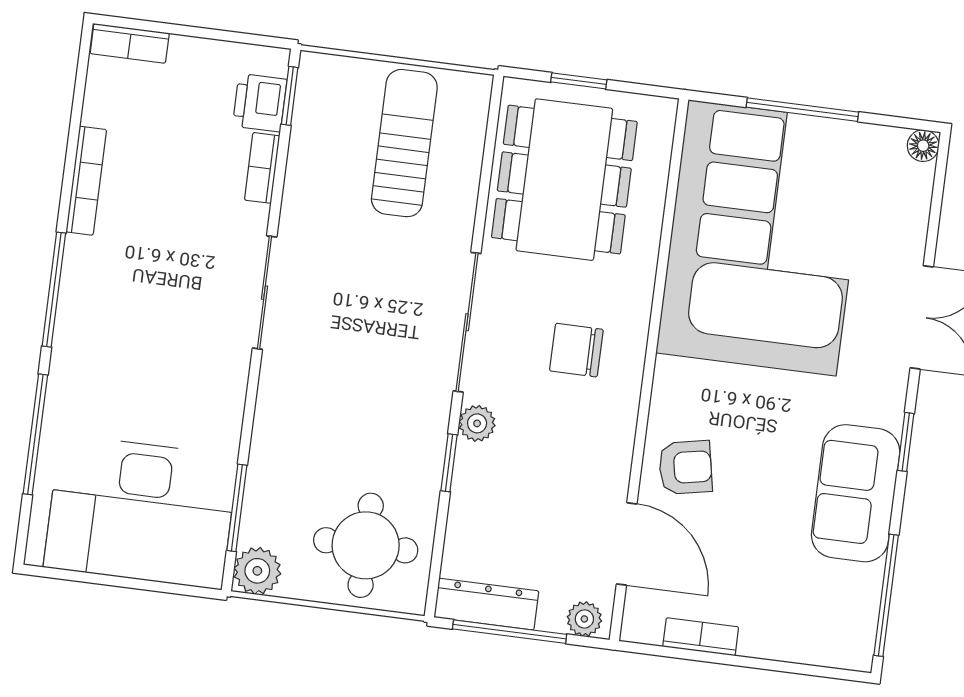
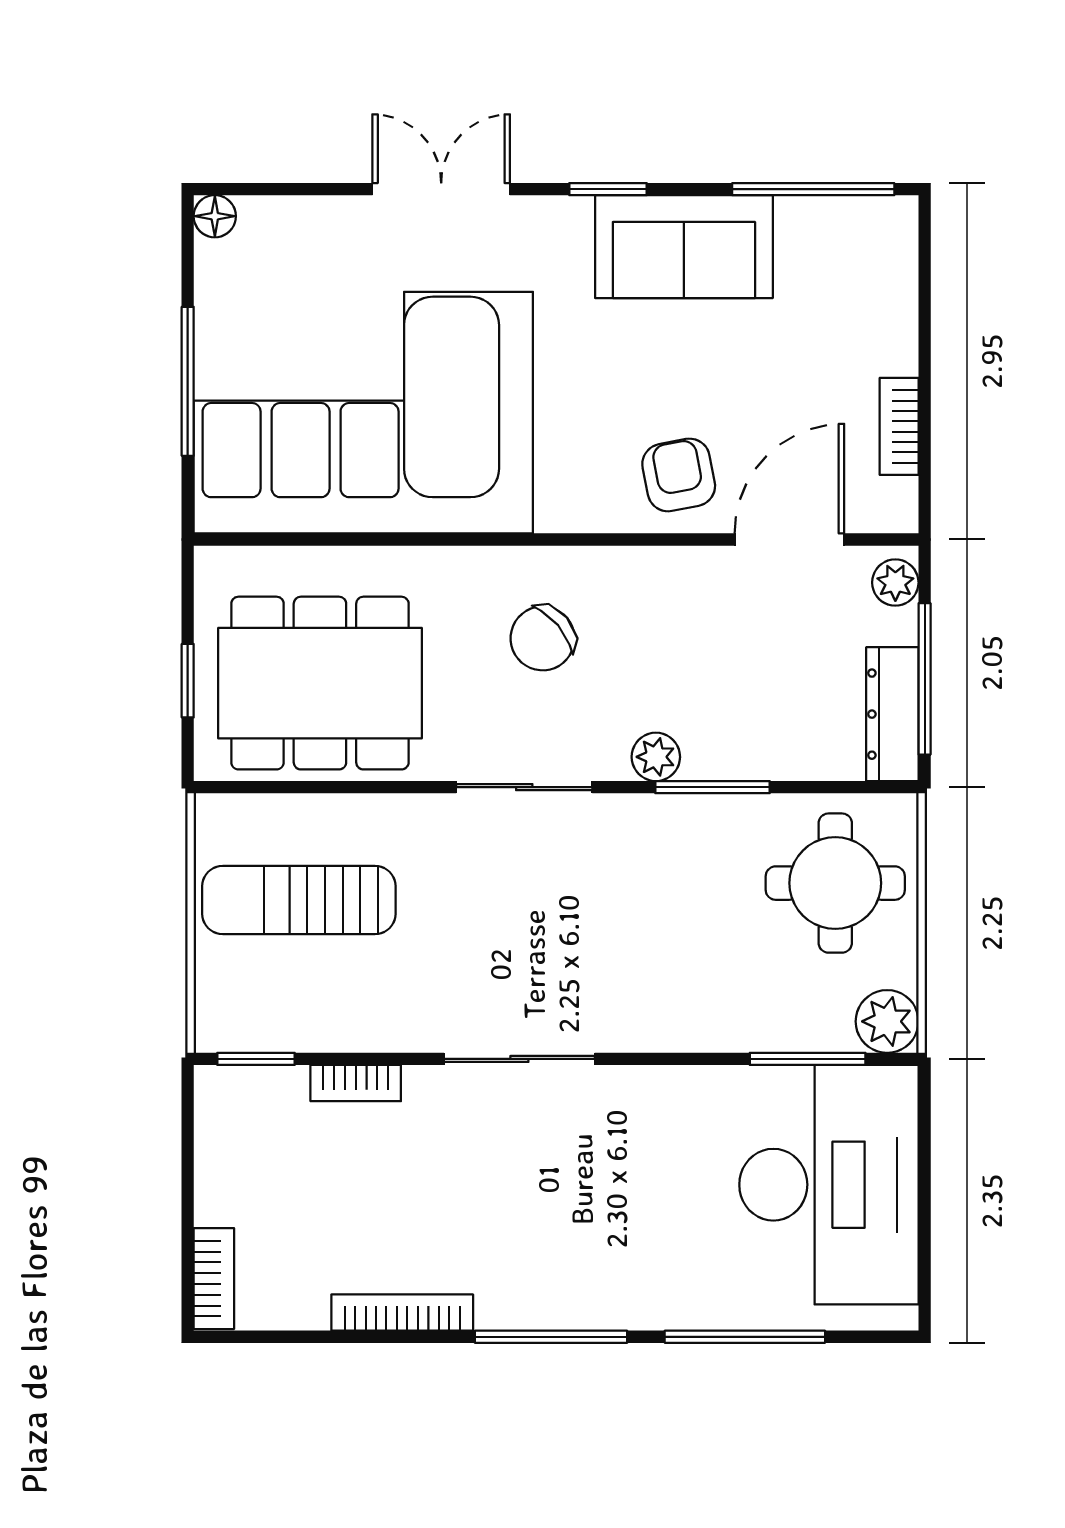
printer: (260, 103) -> (270, 1097), removed
sliding door: (467, 322) -> (524, 787), width x0.73
chair: (576, 350) -> (543, 638), turned 50
window: (449, 463) -> (712, 787), width x1.50

